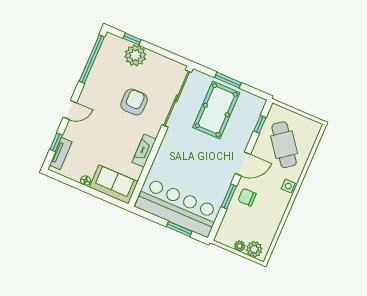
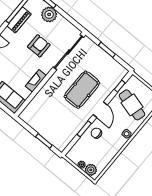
piano: (97, 75) -> (19, 20), added
pool table: (216, 110) -> (82, 90), moved
cafe table: (284, 145) -> (132, 105), turned -38
door: (243, 164) -> (100, 110), hinge flipped
bar counter: (178, 207) -> (47, 126), removed

